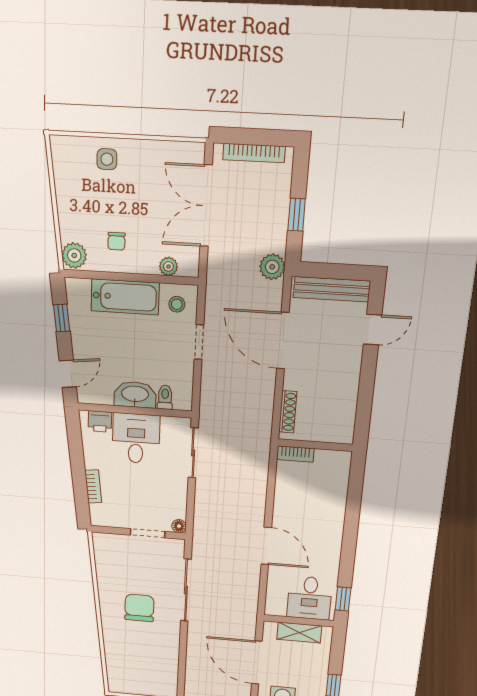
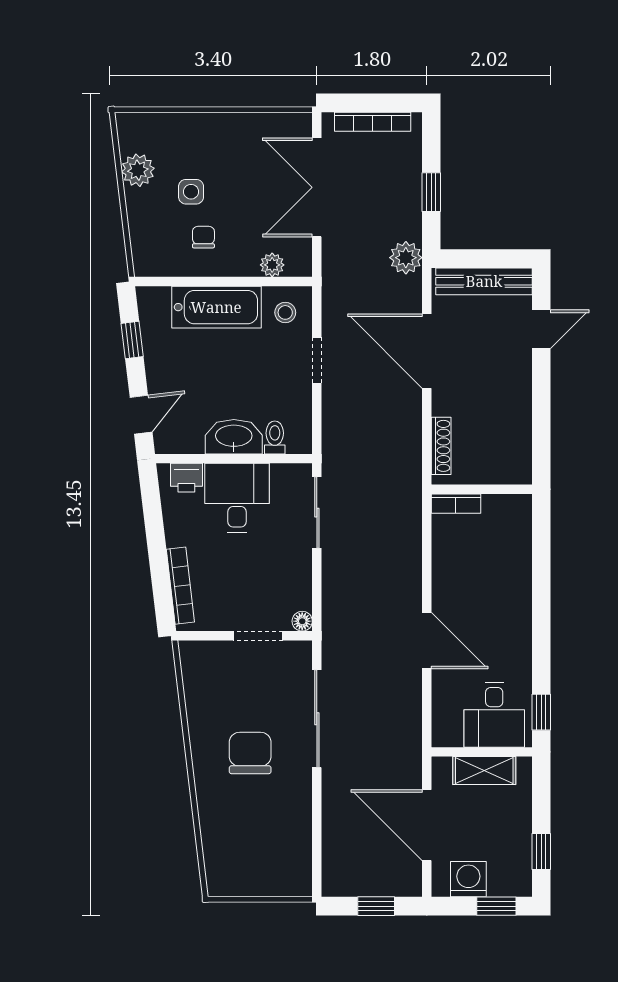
side table: (107, 159) -> (191, 192), moved
chair: (116, 241) -> (203, 237), turned 180
plant: (74, 255) -> (138, 170), moved
bookcase: (93, 486) -> (180, 586), width x1.56

